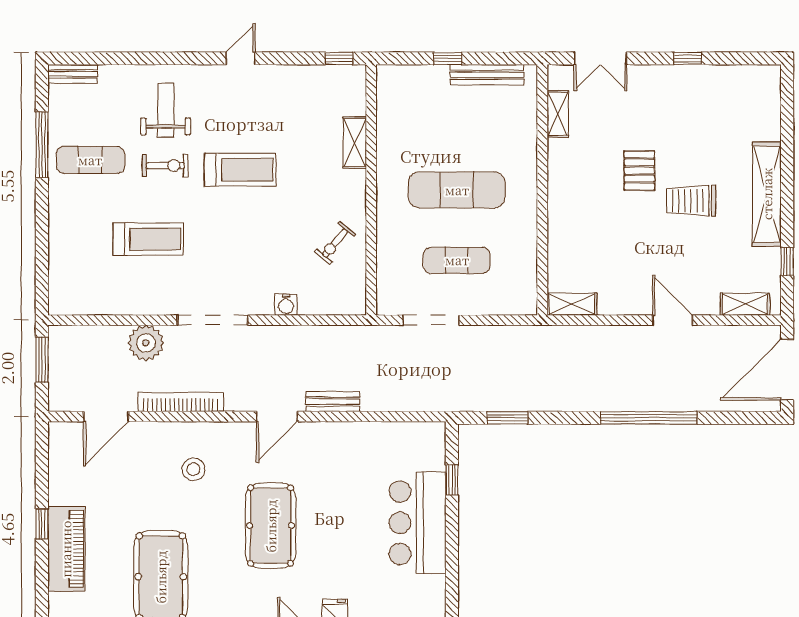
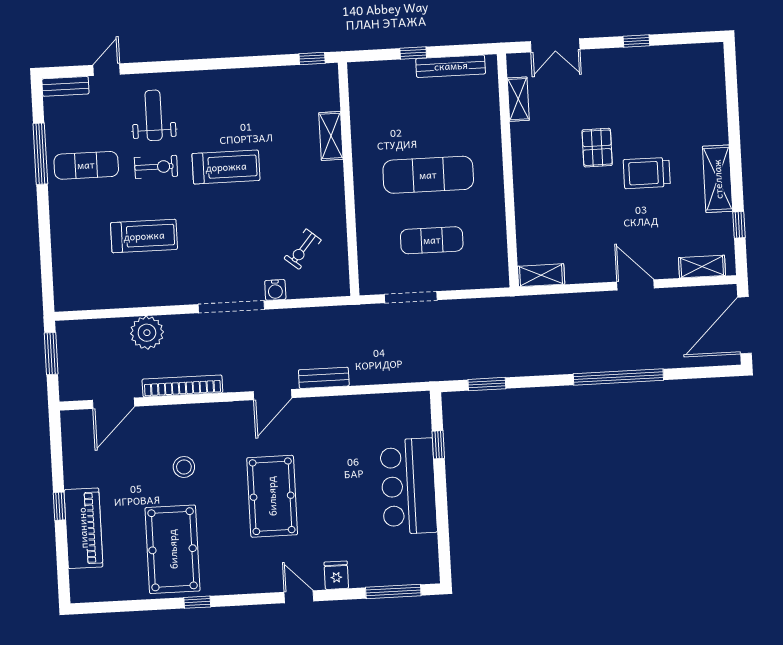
door: (241, 58) -> (107, 70), moved
shelving: (767, 194) -> (718, 179), width x0.68
exercise bike: (335, 243) -> (303, 249), moved
doorway: (213, 320) -> (231, 307), moved
stool: (193, 469) -> (184, 467), moved

